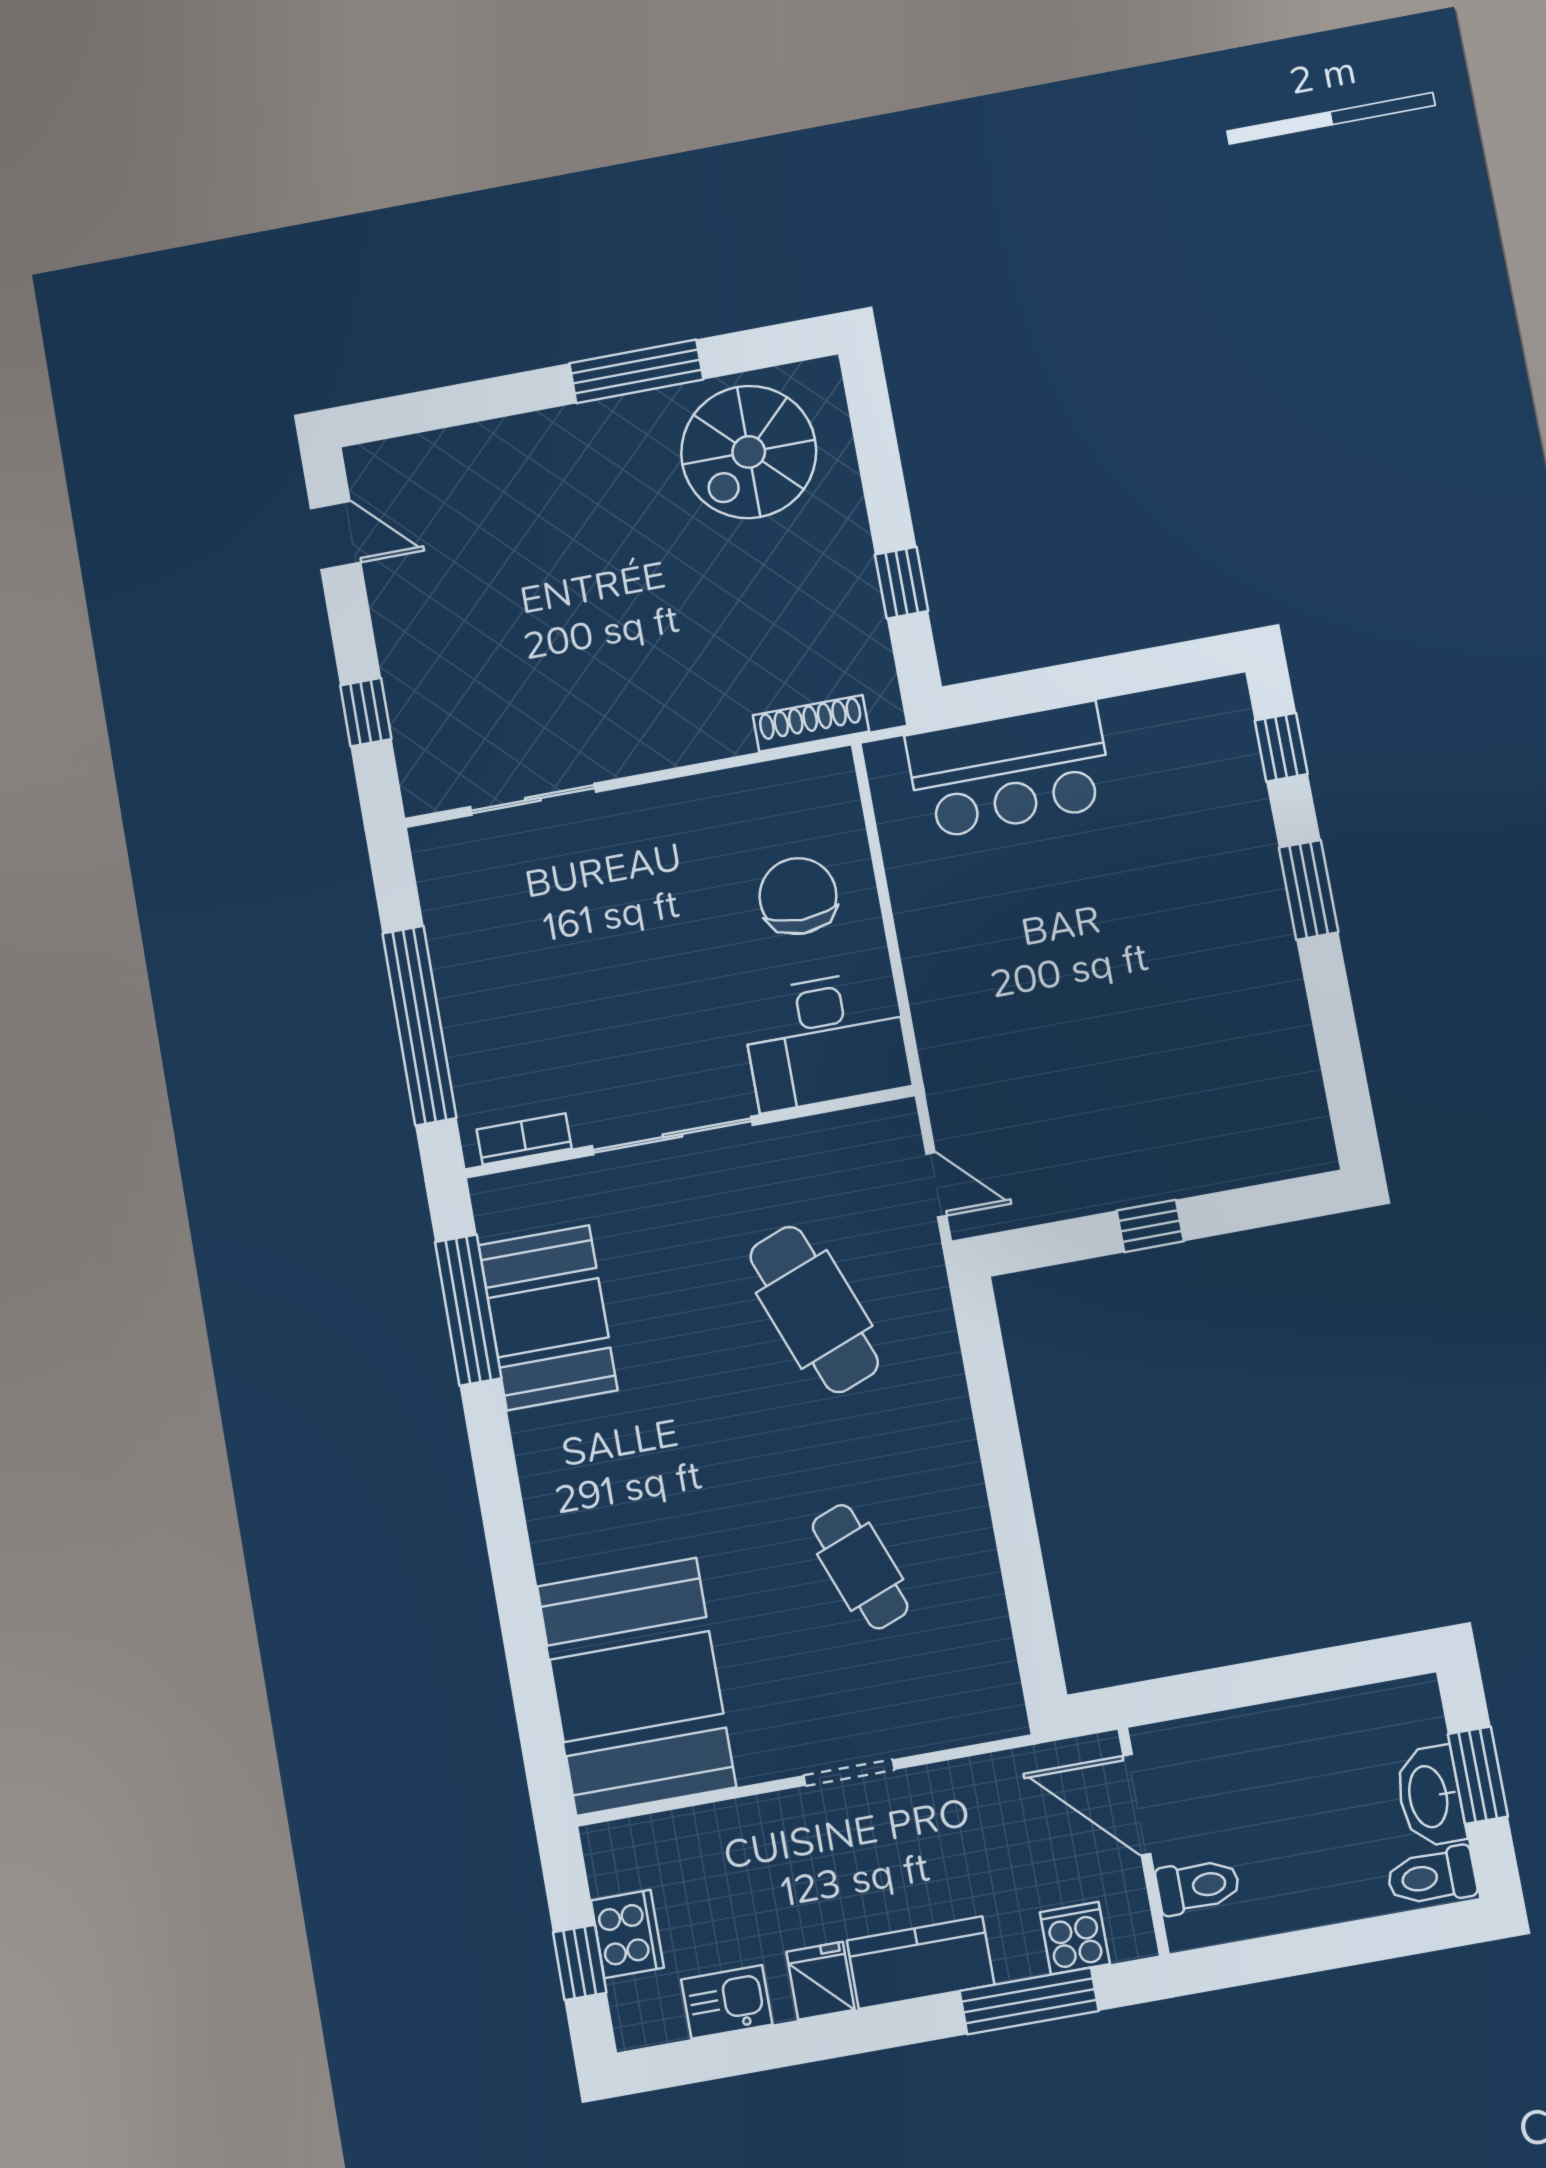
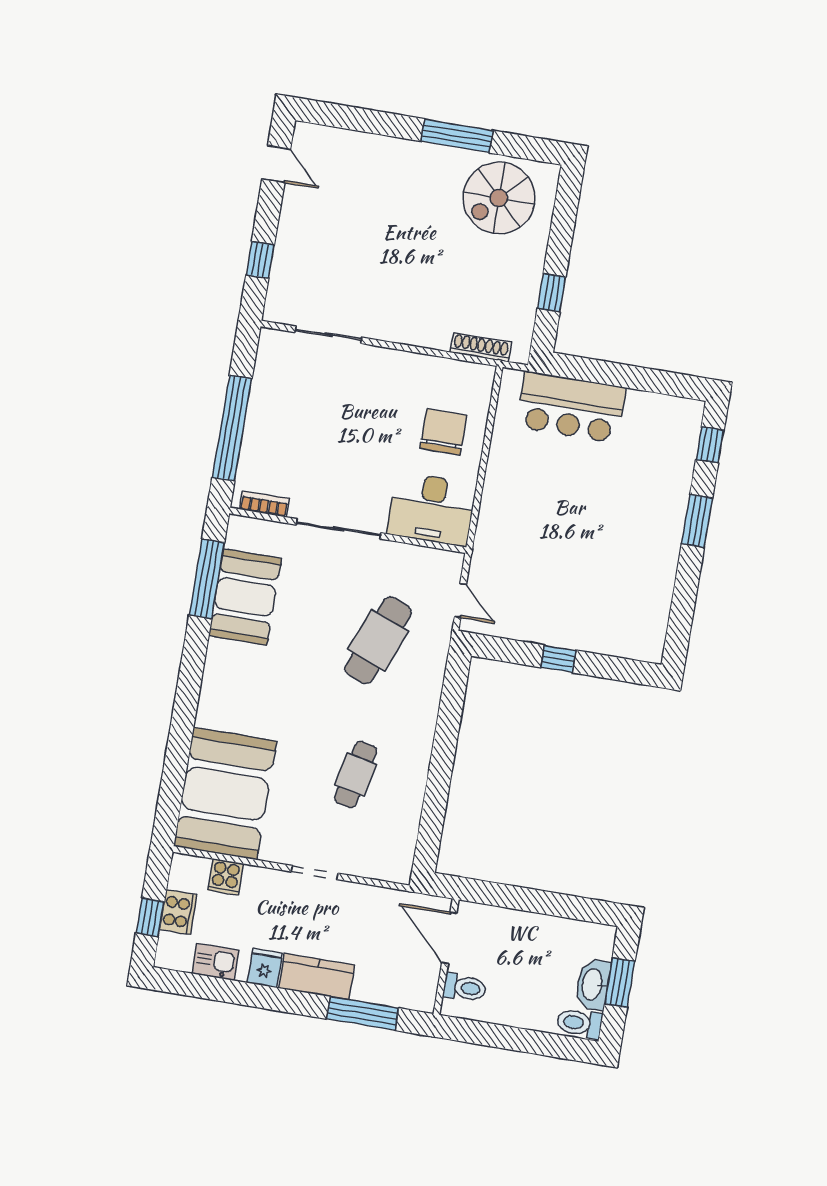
cafe table: (814, 1309) -> (378, 640), turned 42
cafe table: (860, 1567) -> (356, 775), turned 33
cooker: (1075, 1938) -> (226, 877), moved, turned 180

